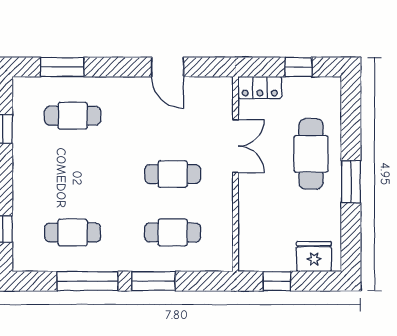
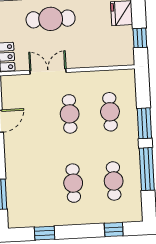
cafe table: (73, 116) -> (73, 183), moved

